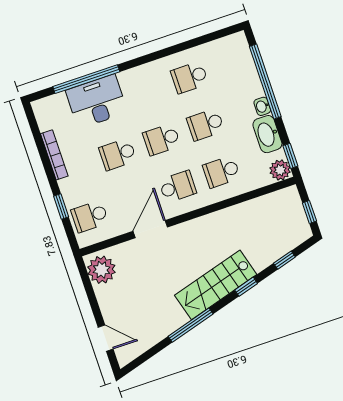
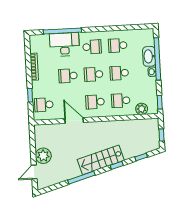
school desk: (146, 92) -> (92, 47), added
washbasin: (267, 134) -> (149, 56), moved
plant: (280, 170) -> (142, 109), moved
school desk: (178, 187) -> (95, 102), turned 180
door: (150, 229) -> (74, 120), hinge flipped
plant: (101, 270) -> (43, 156), moved
door: (106, 338) -> (34, 172), swing flipped

